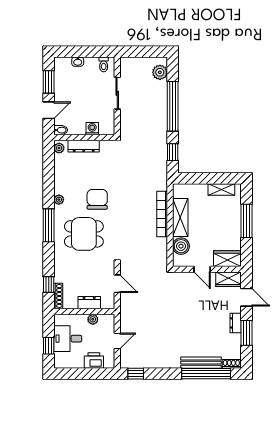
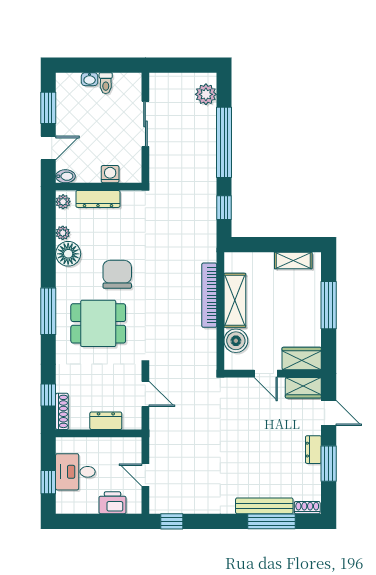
toilet: (104, 64) -> (106, 83), moved
floor lamp: (63, 185) -> (68, 254), added
plant: (59, 200) -> (63, 233), moved
plant: (93, 319) -> (111, 444), removed
door: (117, 341) -> (145, 475), swing flipped
window: (206, 374) -> (271, 521), width x0.68

